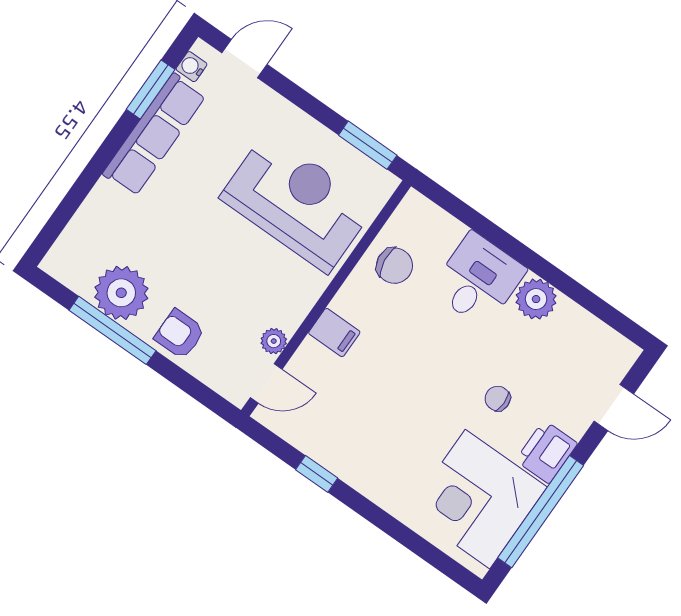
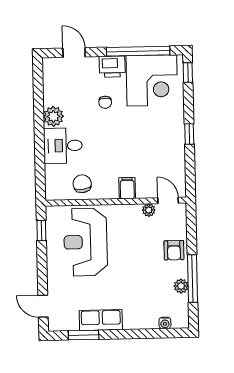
water cooler: (192, 67) -> (165, 323), moved
row of seats: (154, 135) -> (101, 320), width x0.68
window: (368, 145) -> (41, 231), width x0.67
plant: (121, 293) -> (181, 286), width x0.53, depth x0.53
window: (317, 474) -> (189, 134), moved
window: (448, 566) -> (188, 73), added

